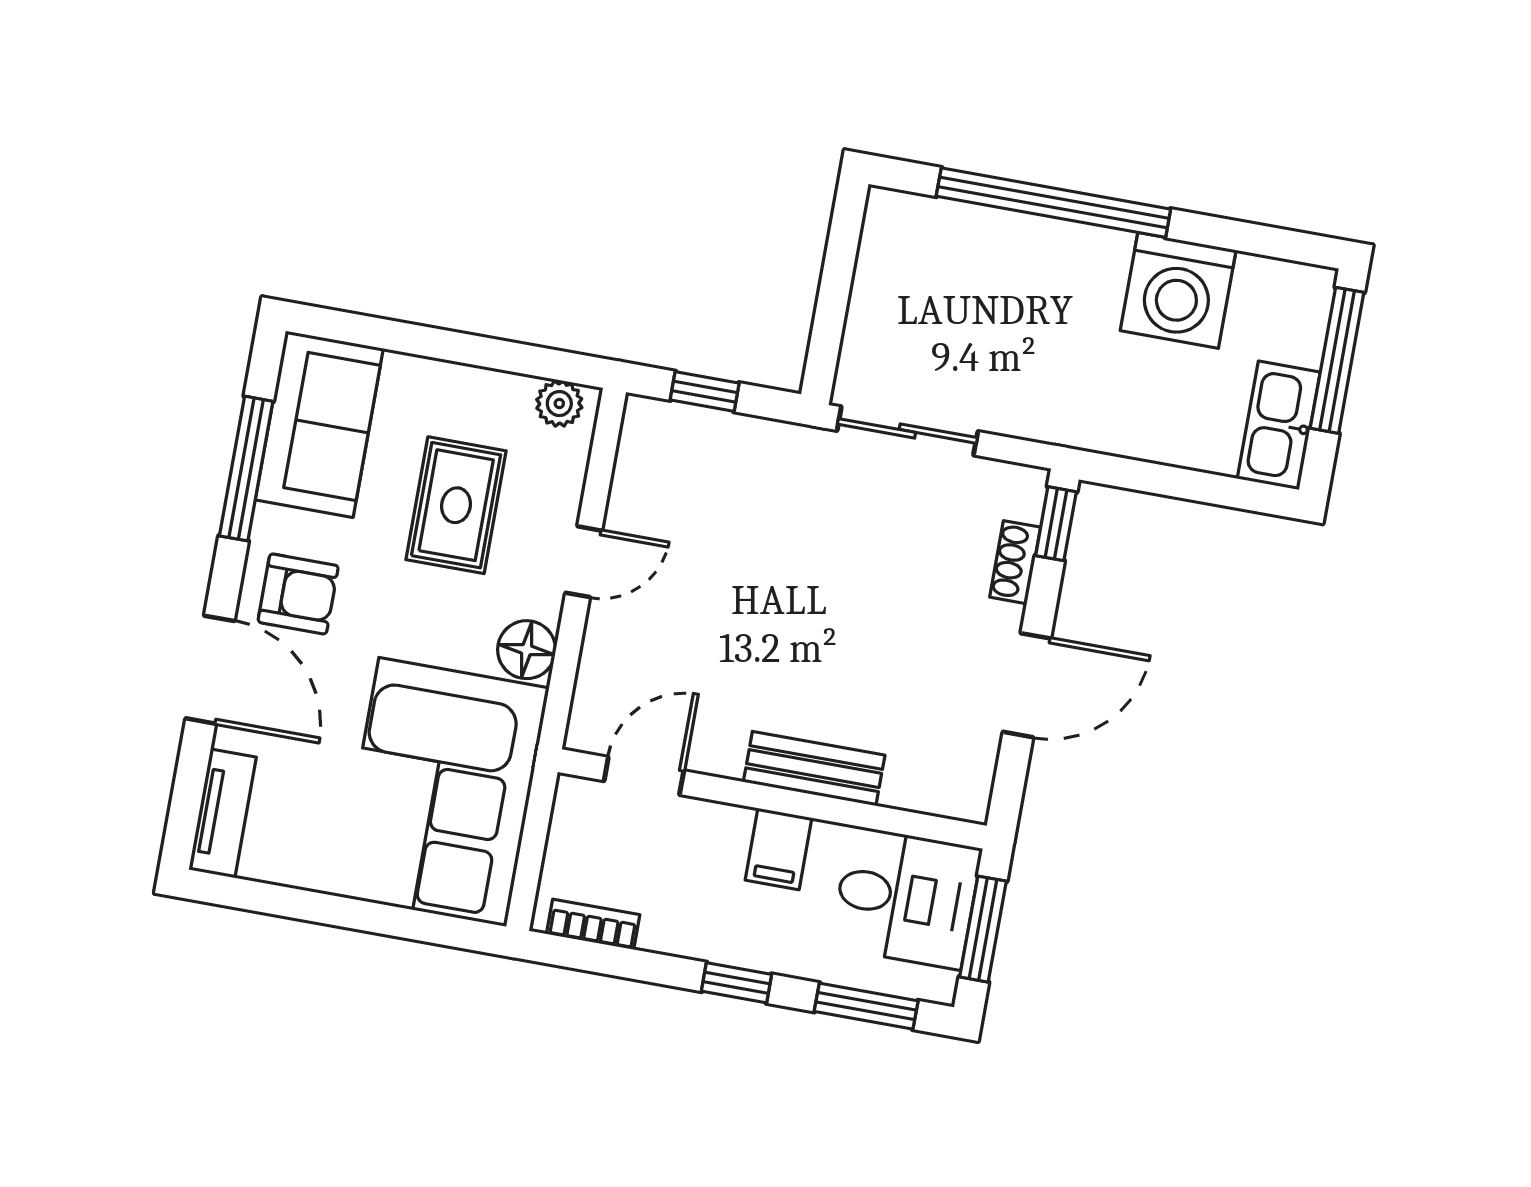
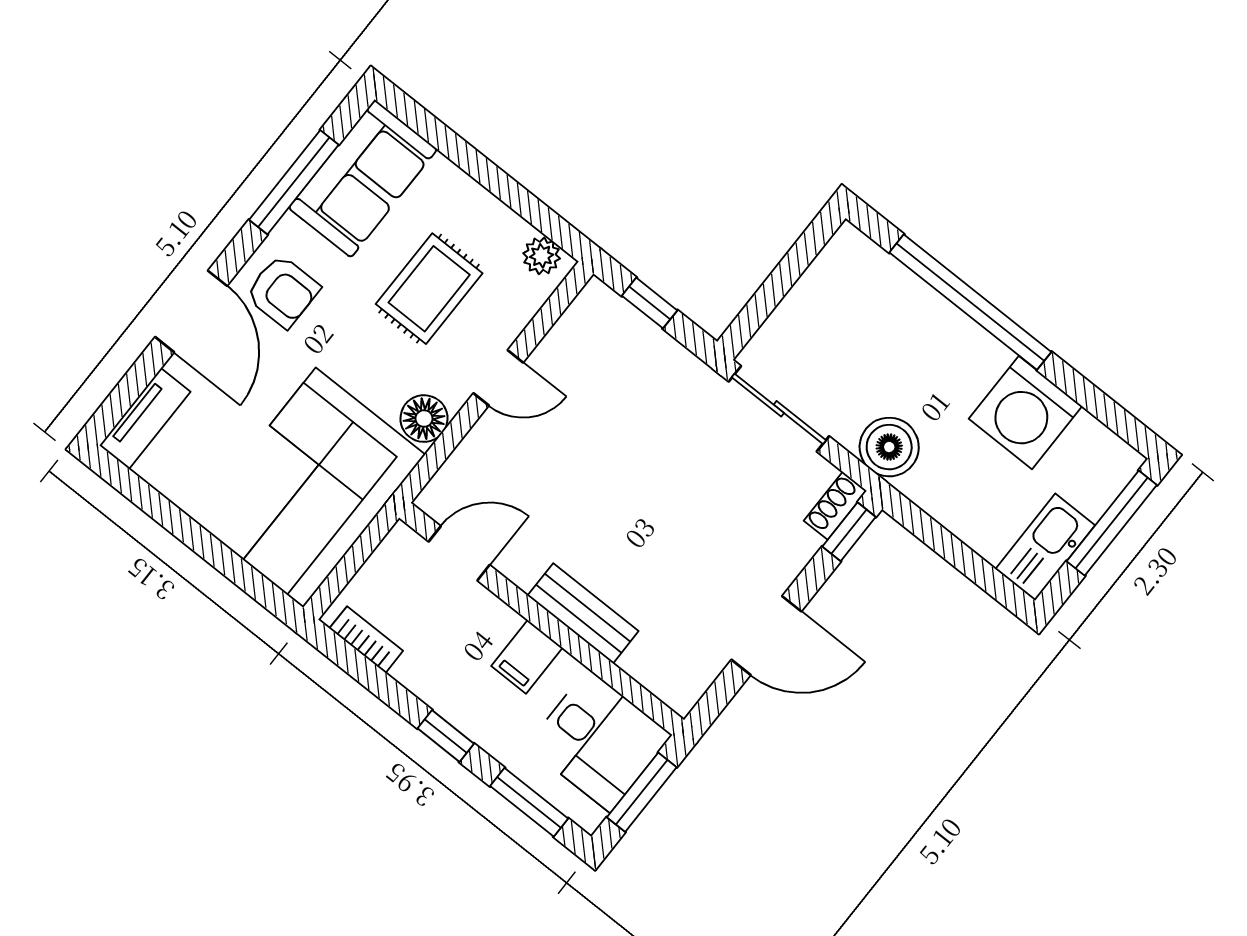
boiler: (1050, 408) -> (889, 447), added
shoe rack: (1015, 562) -> (835, 506), moved

